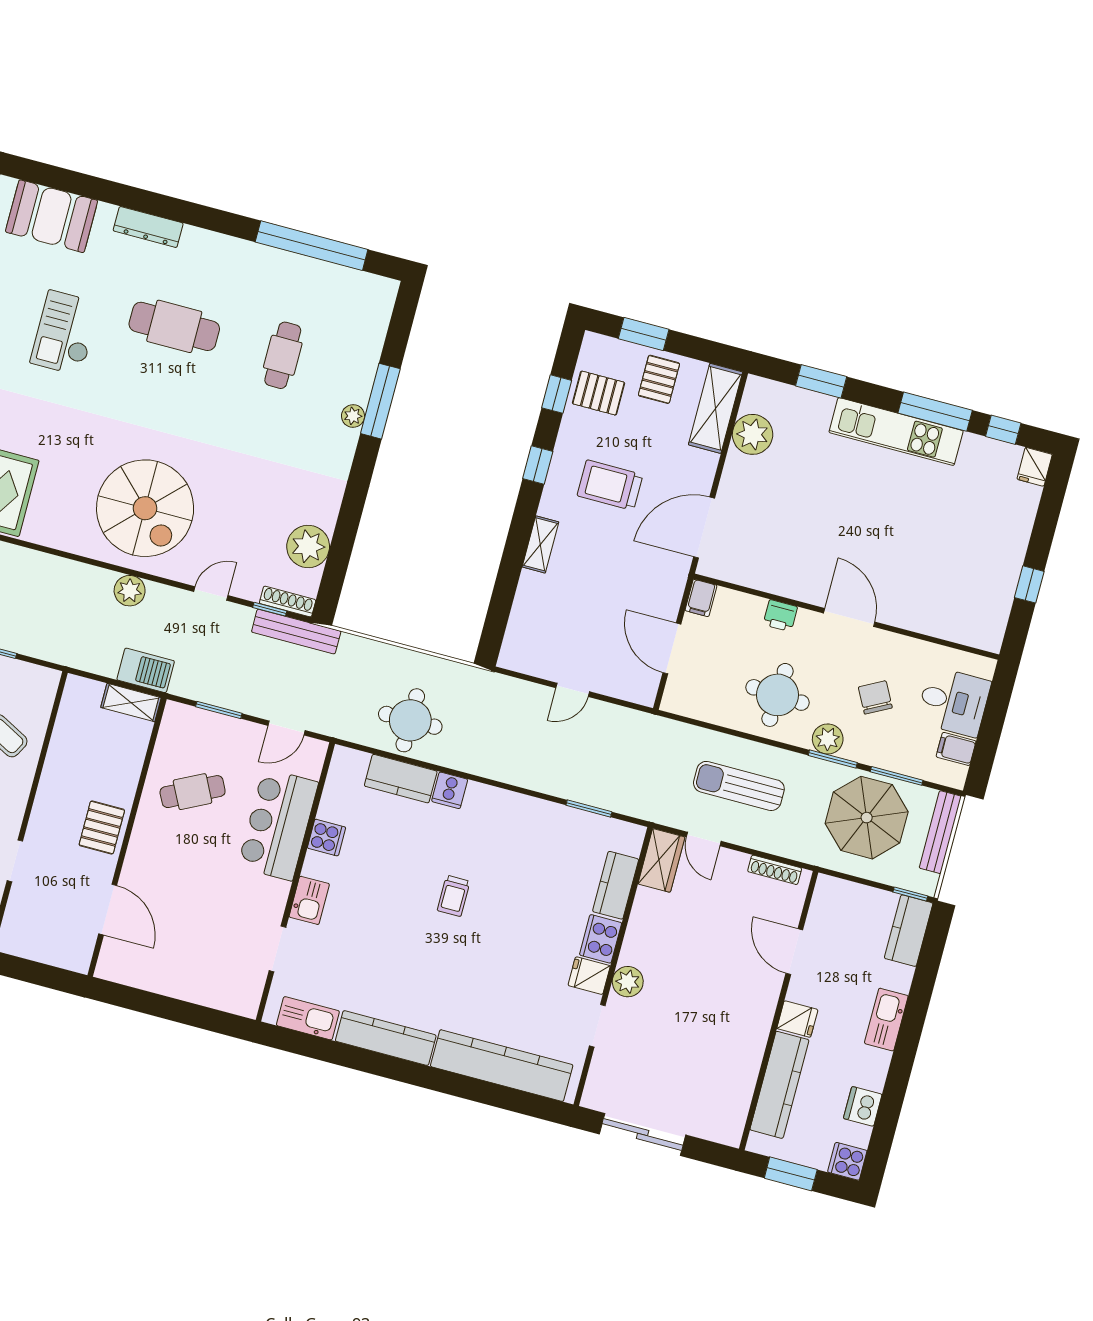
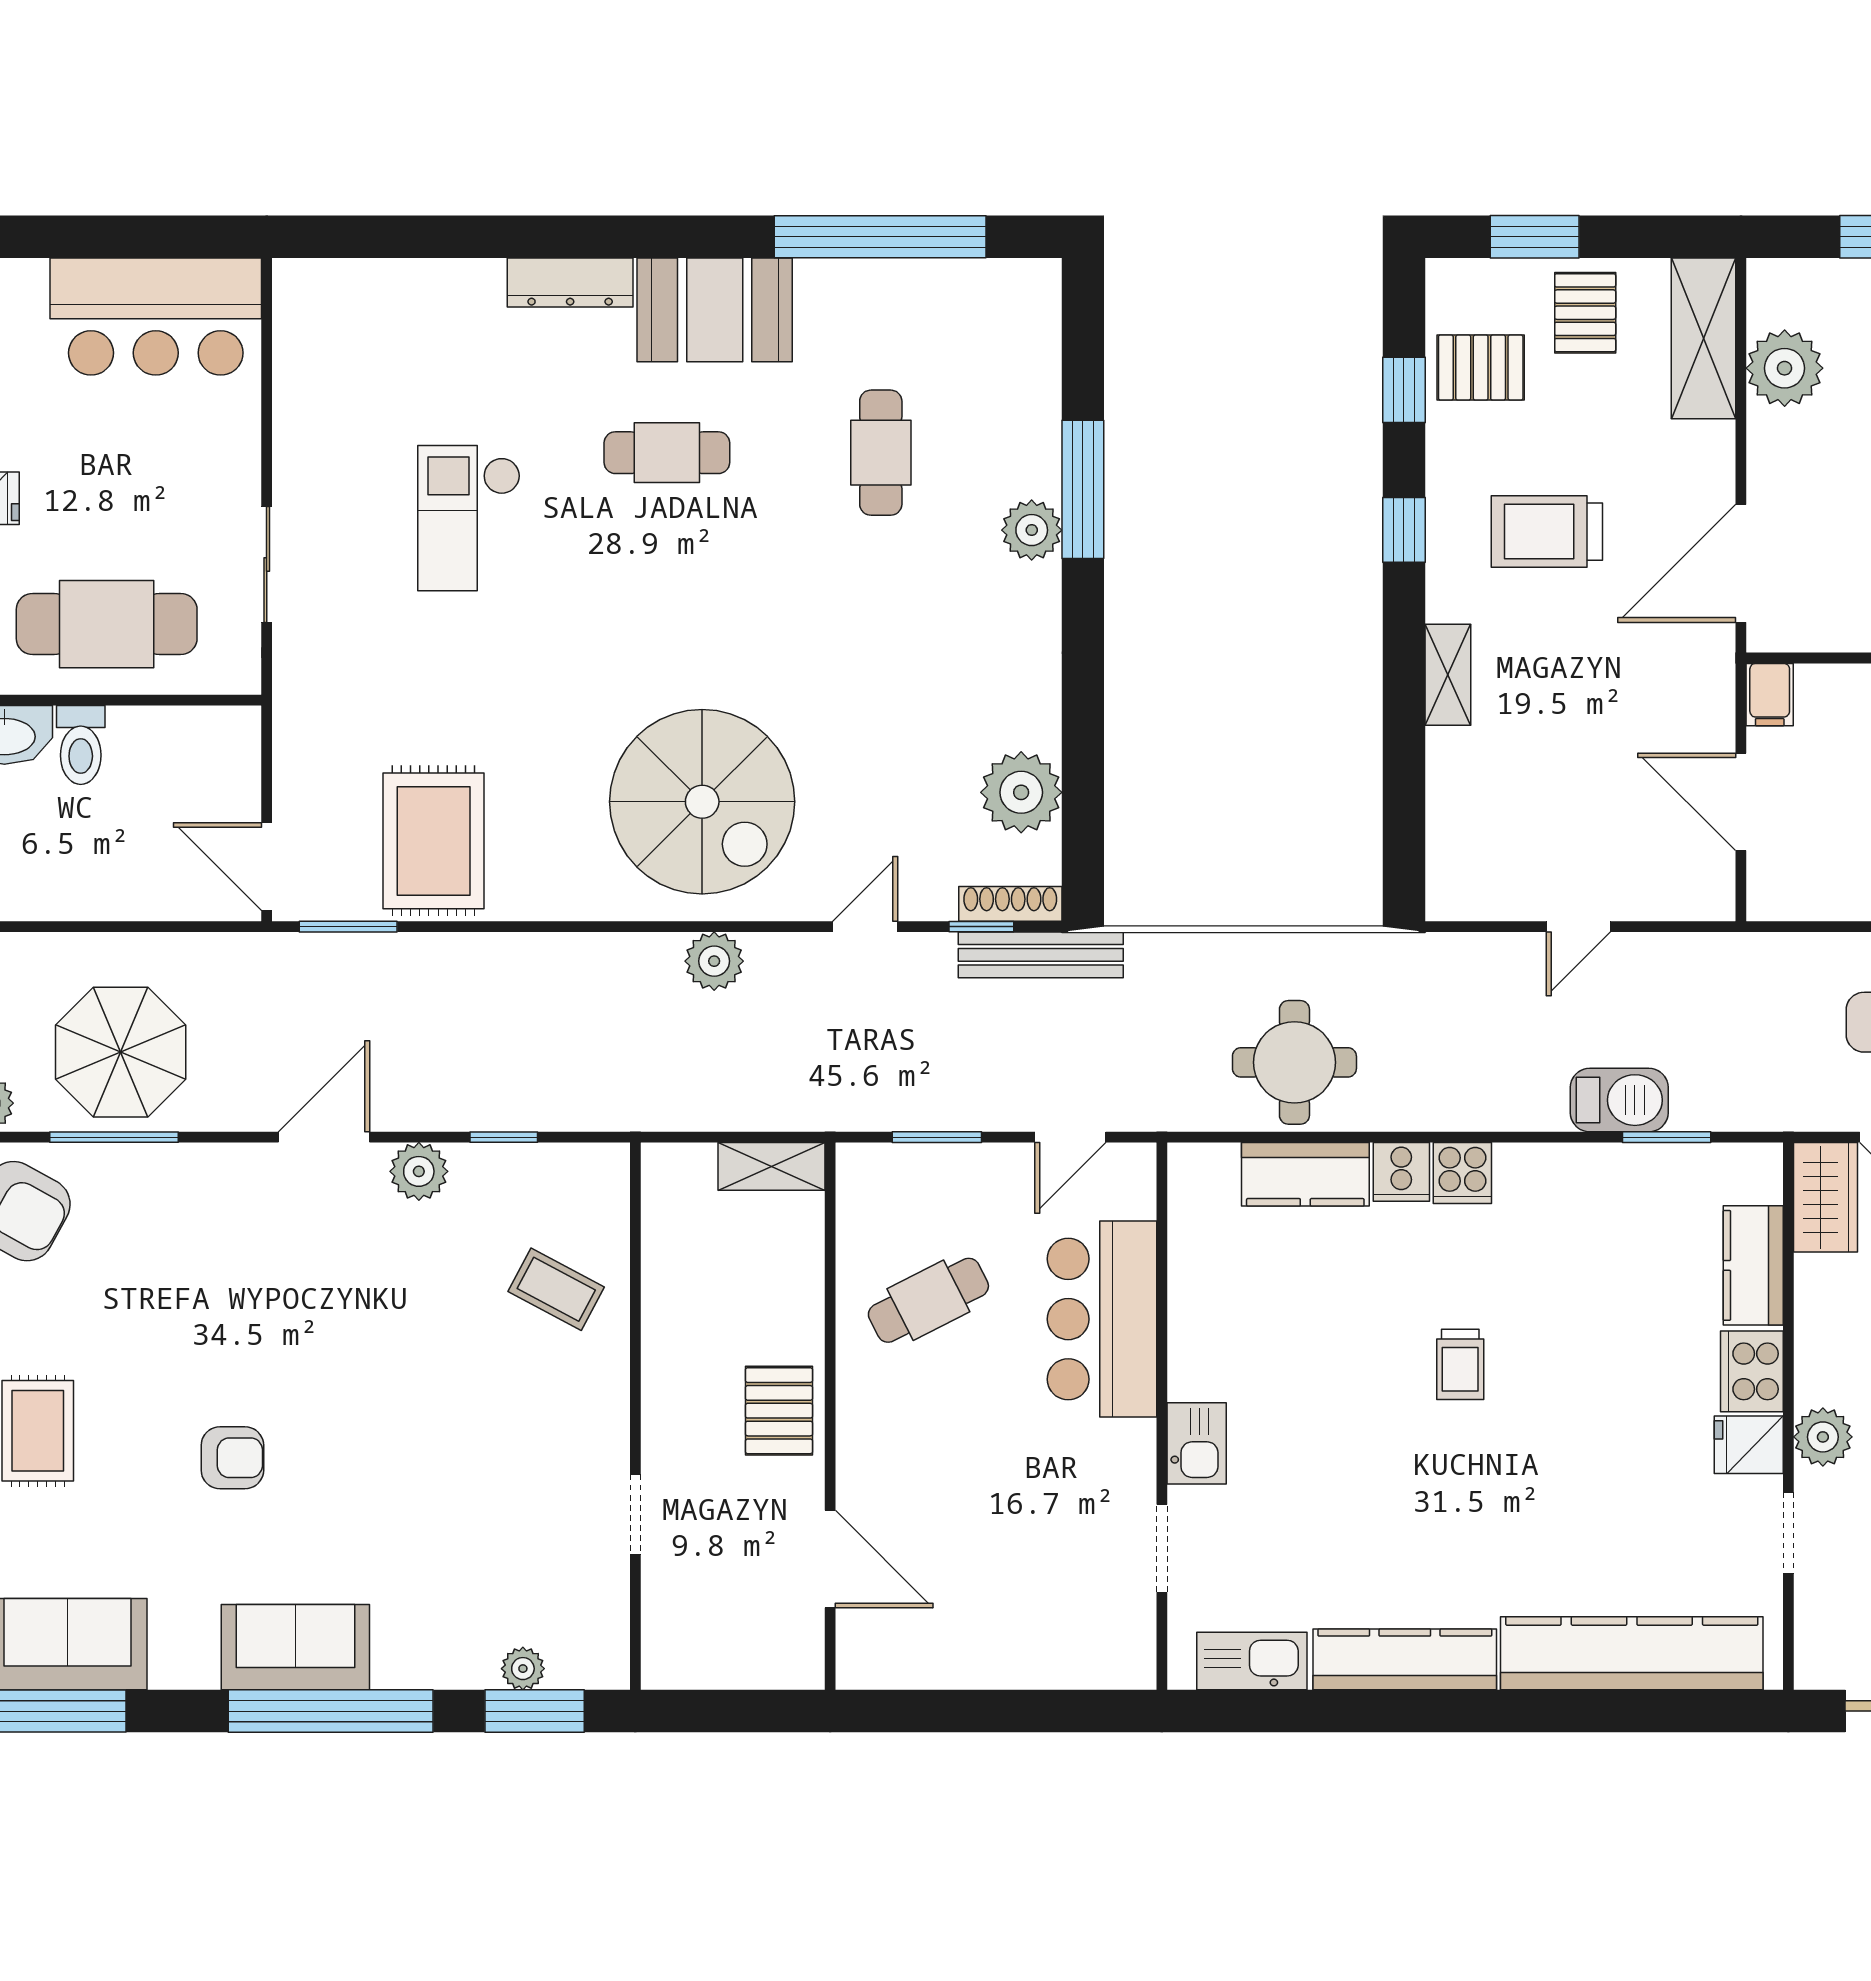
booth: (52, 216) -> (715, 310), moved
cafe table: (174, 326) -> (667, 453), width x0.73, depth x0.74
plant: (353, 416) -> (1032, 530), width x1.38, depth x1.38
barbecue: (146, 670) -> (1619, 1100), moved
cooker: (327, 838) -> (1462, 1173), moved, turned 90

